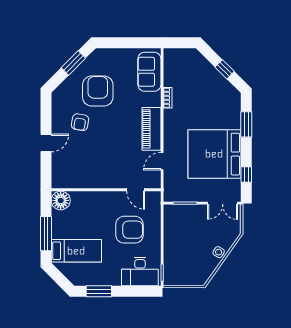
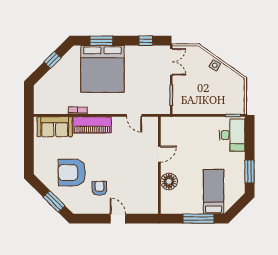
window: (73, 63) -> (54, 201), moved
armchair: (80, 122) -> (99, 188), turned -100
piano: (151, 129) -> (92, 125), moved
bed: (214, 154) -> (102, 69), moved
door: (136, 190) -> (159, 154), moved
floor lamp: (61, 200) -> (169, 181), moved
armchair: (129, 230) -> (195, 144), removed

